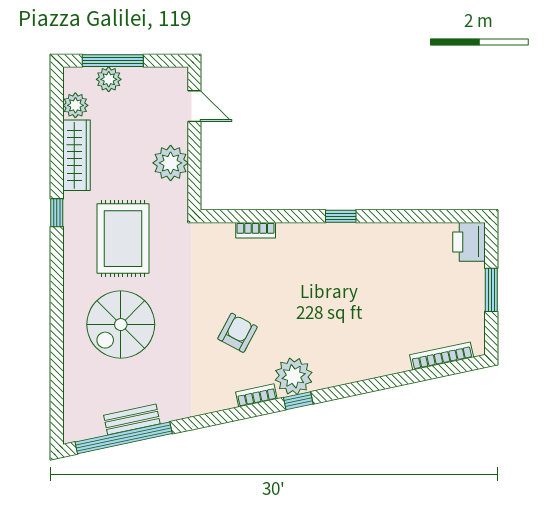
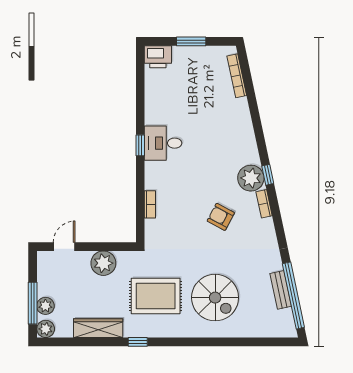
plant: (75, 105) -> (46, 329), moved
desk: (344, 249) -> (163, 143), added

